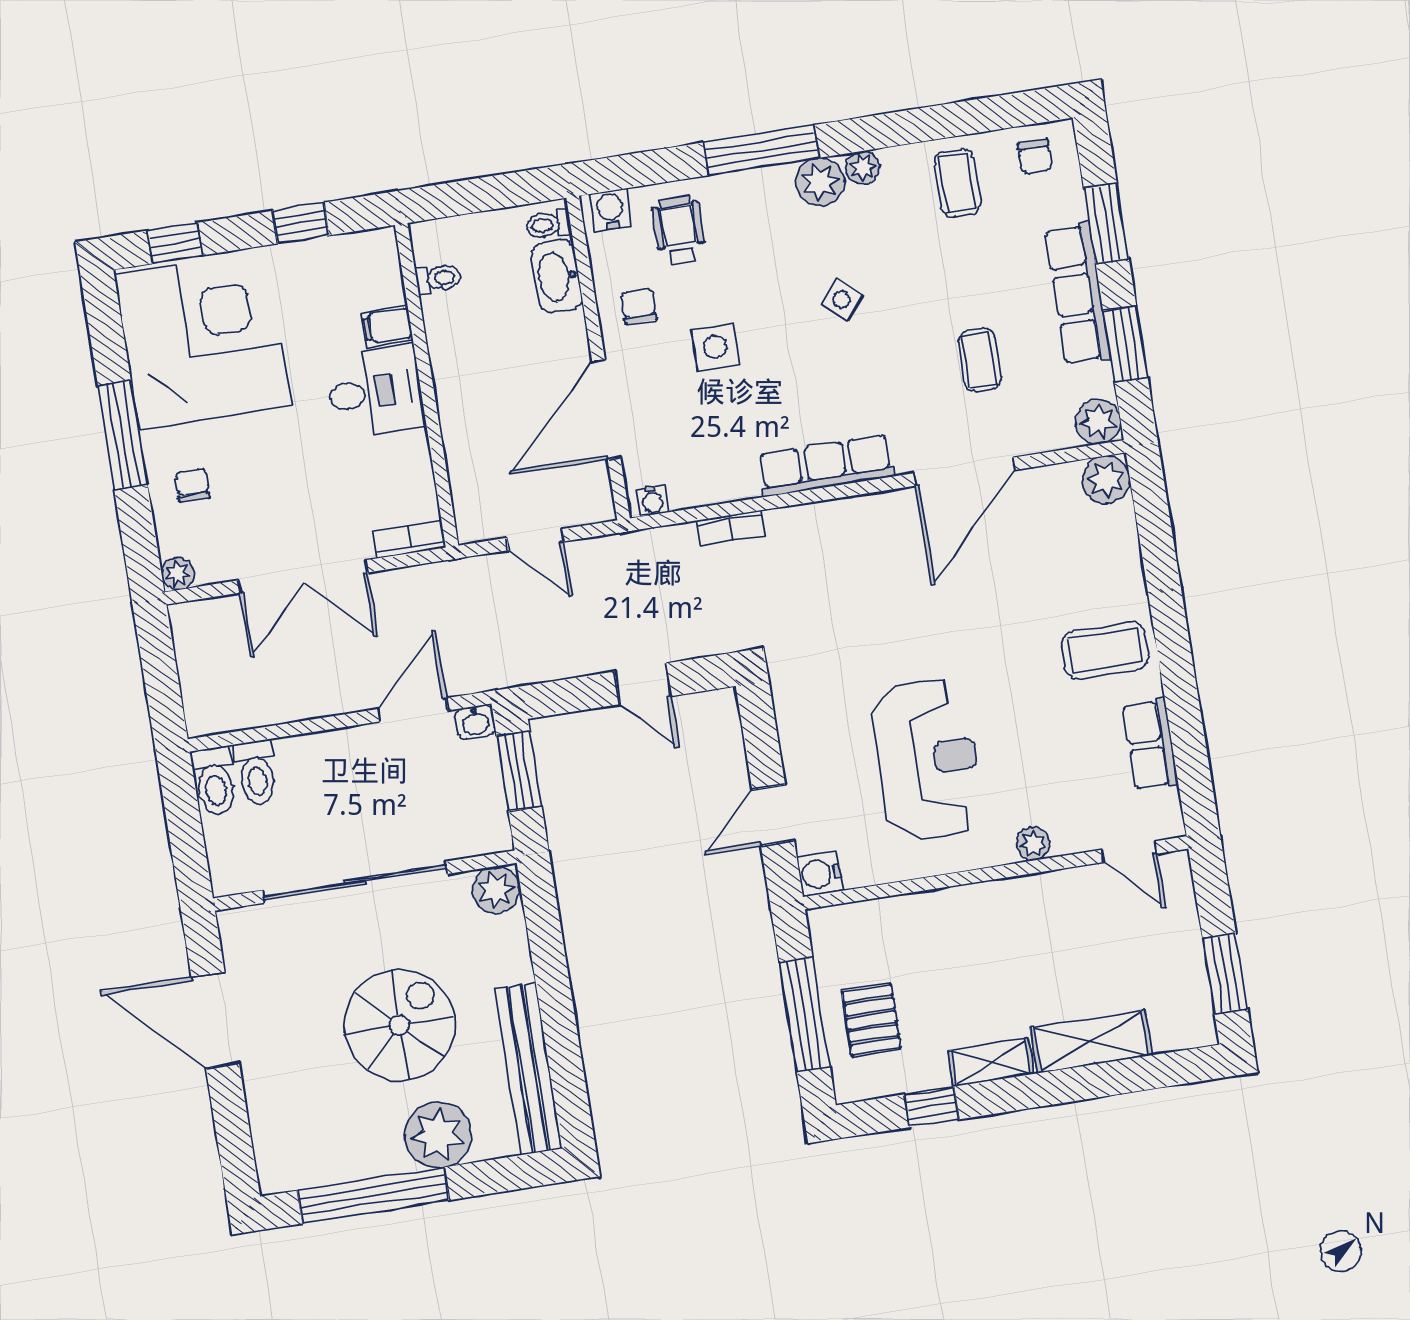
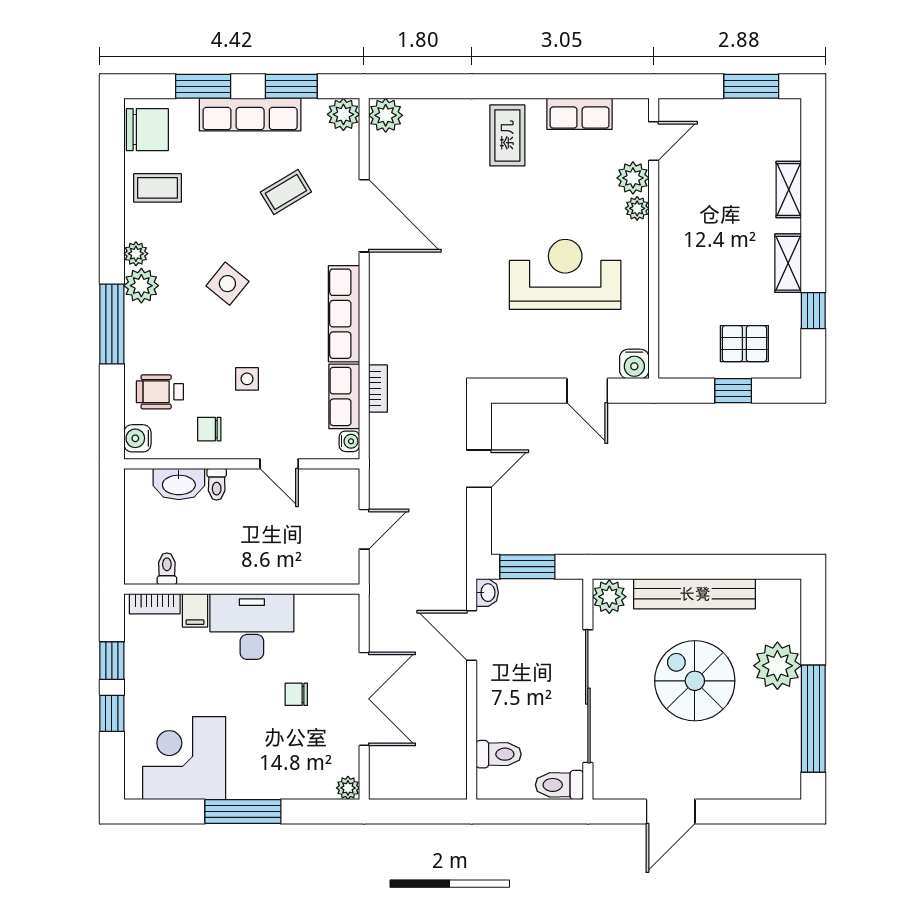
chair: (1035, 156) -> (147, 130), width x1.87, depth x1.87
toilet: (548, 225) -> (217, 484), moved
window: (175, 243) -> (112, 713), moved
side table: (842, 299) -> (227, 284), width x1.37, depth x1.37
corner desk: (203, 340) -> (184, 758), width x0.74, depth x0.74
side table: (715, 347) -> (247, 379), width x0.73, depth x0.73
coffee table: (979, 360) -> (286, 192), turned -31
desk: (375, 392) -> (252, 627), width x1.37
door: (606, 409) -> (279, 464), width x0.53
row of seats: (712, 484) -> (344, 396), added
chair: (192, 485) -> (296, 694), moved
bookcase: (409, 539) -> (155, 604), moved, turned -90
toilet: (215, 781) -> (559, 785), moved, turned 180
plant: (1074, 831) -> (633, 178), added
window: (805, 1015) -> (733, 391), width x0.46
door: (215, 1020) -> (671, 811), width x0.73
shelving: (1091, 1041) -> (789, 190), width x0.67, depth x0.75
bench: (528, 1069) -> (695, 594), moved

